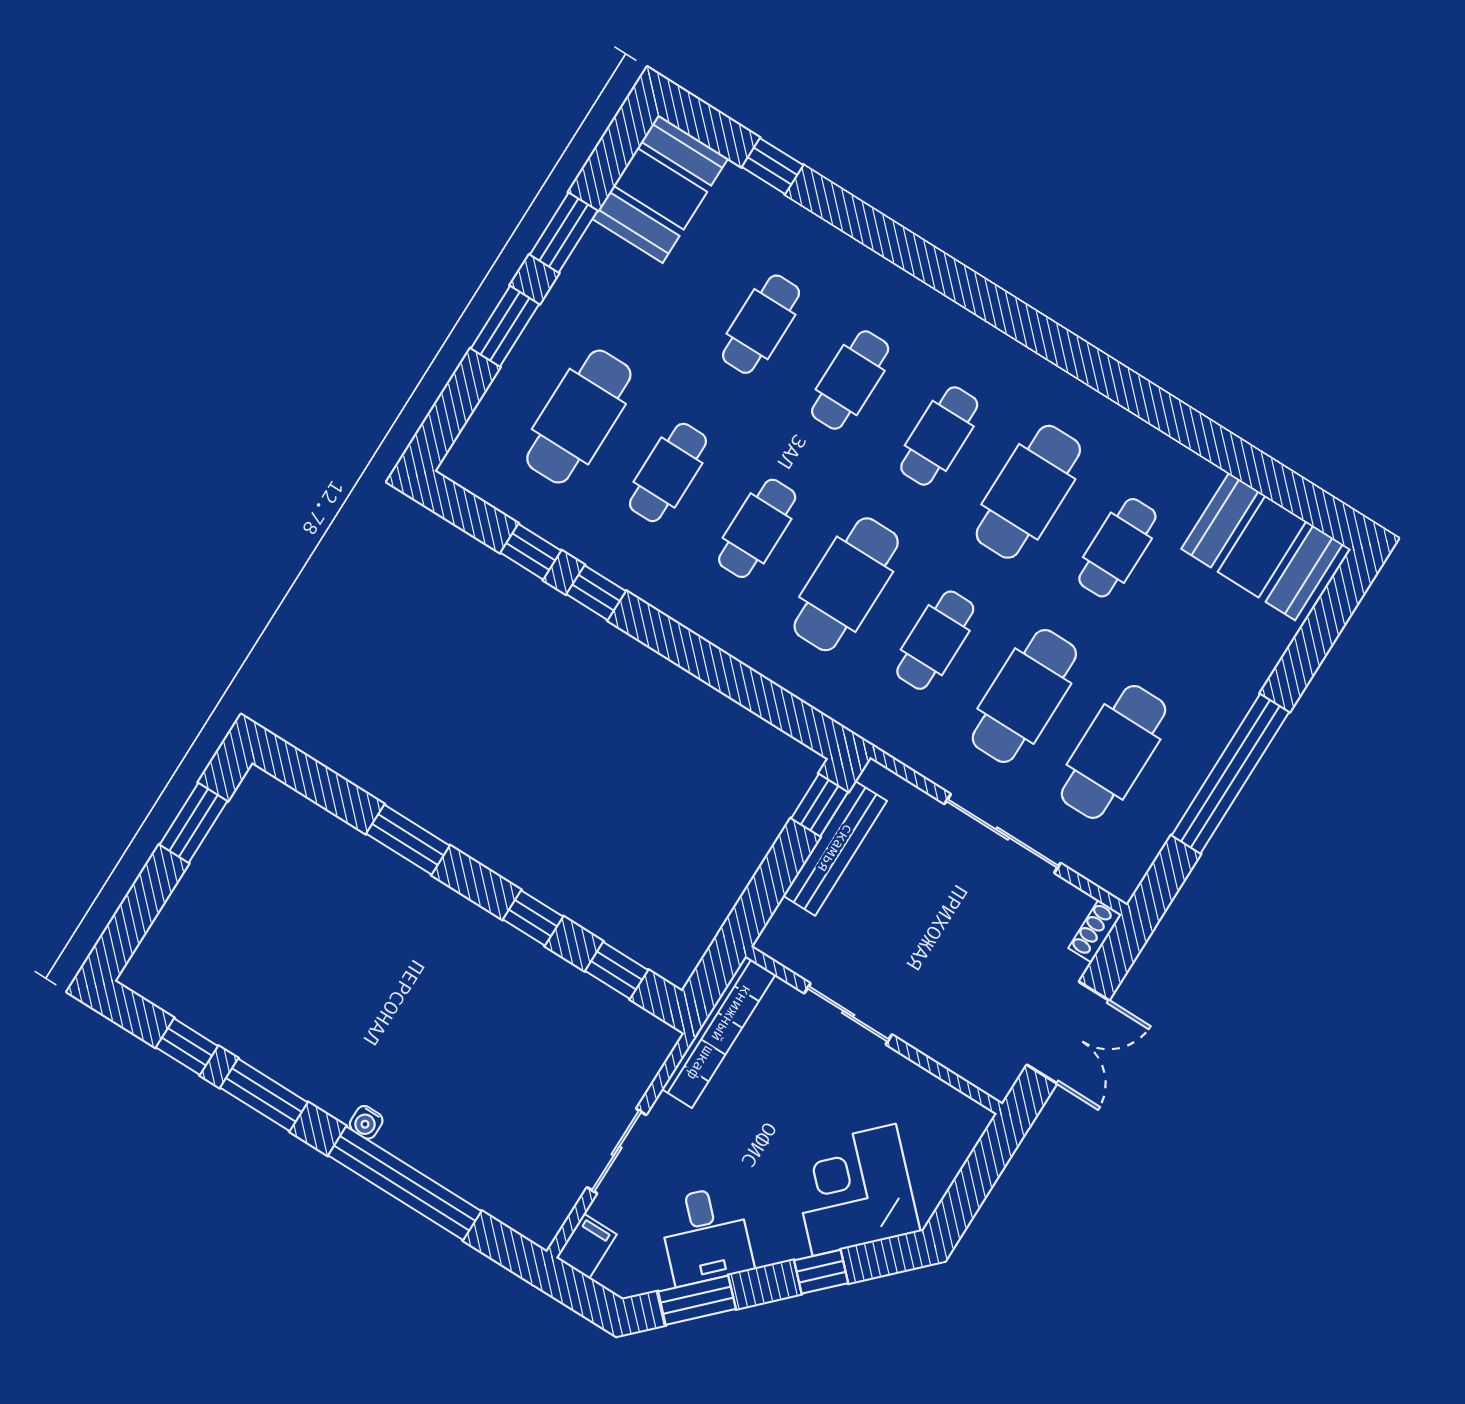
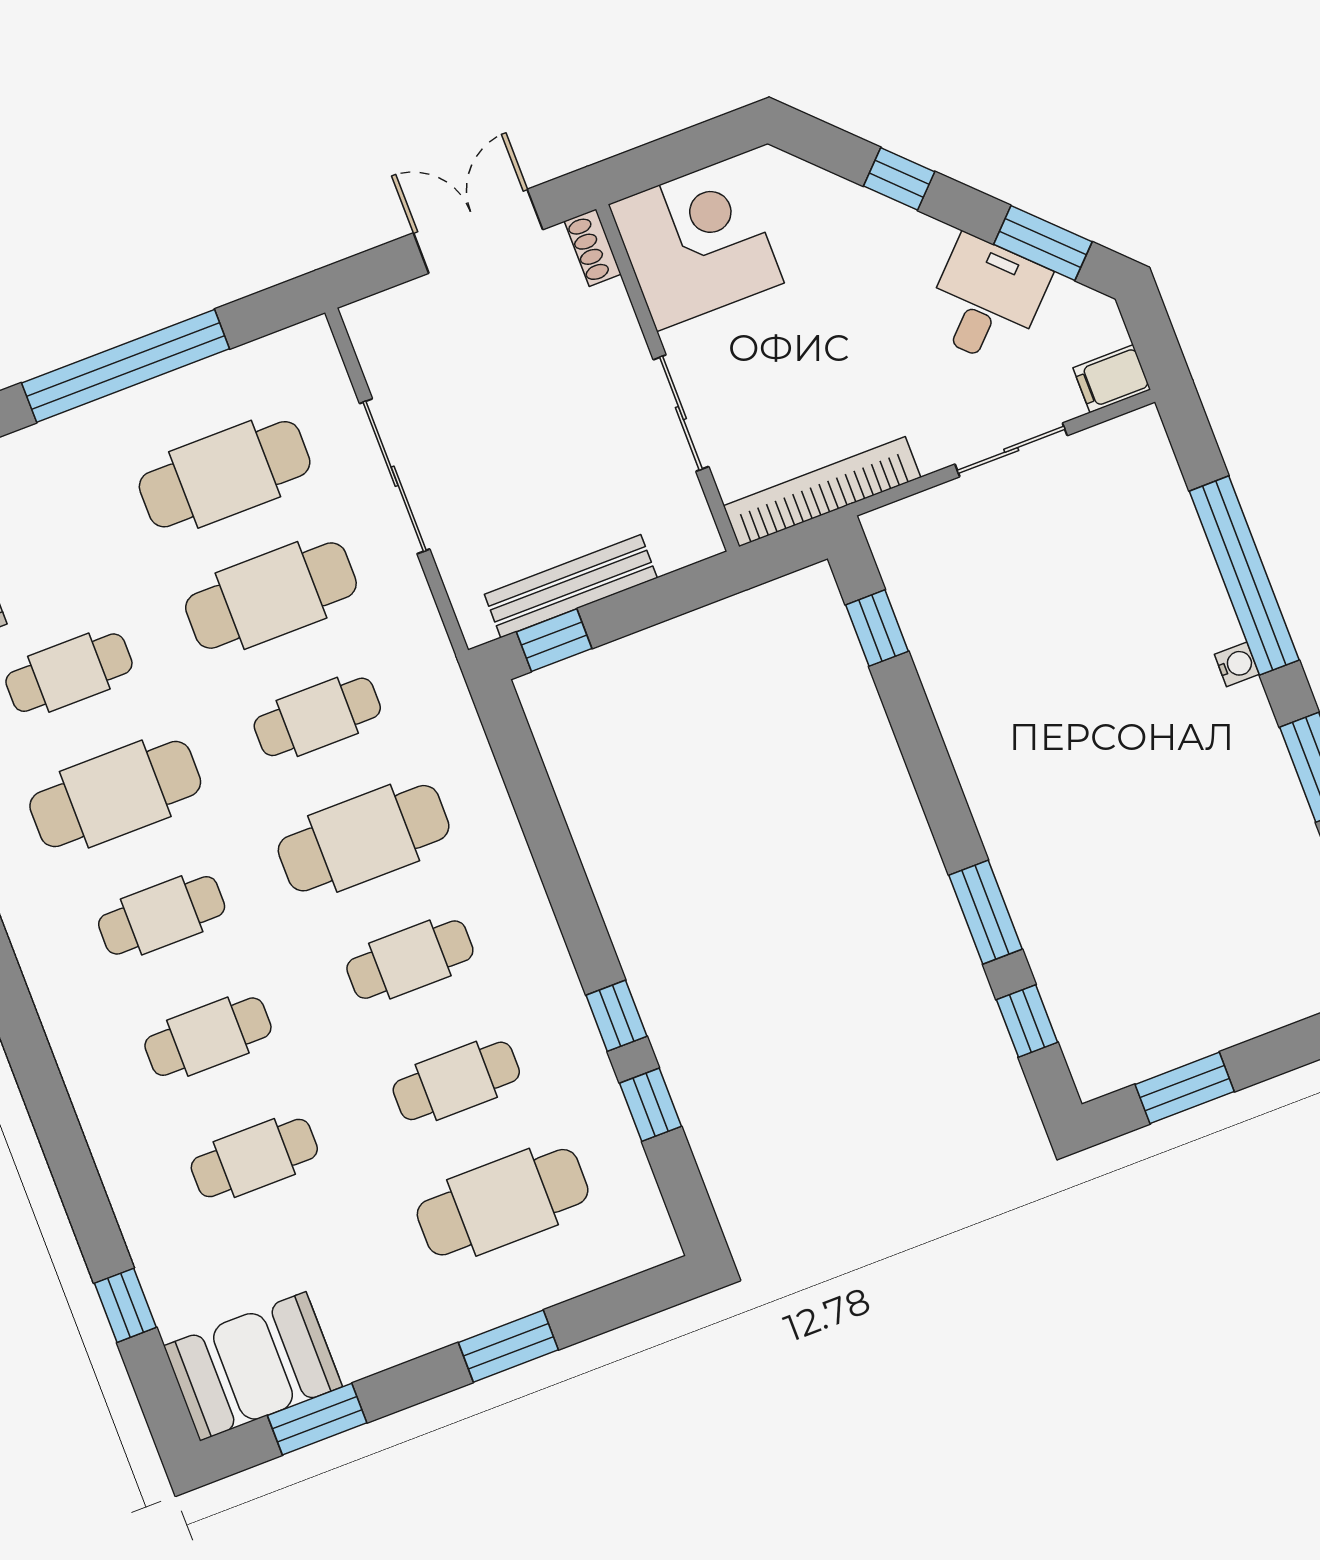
window: (564, 233) -> (317, 1419), moved
window: (533, 918) -> (1027, 1021), moved
shoe rack: (1095, 931) -> (593, 248), moved, turned 90
corner desk: (854, 1190) -> (696, 244), moved, turned -135

